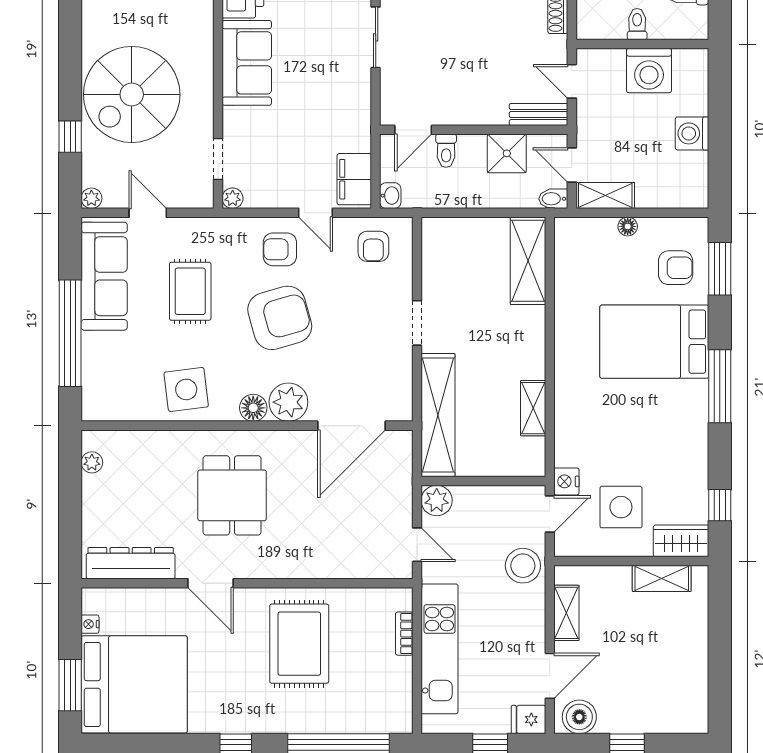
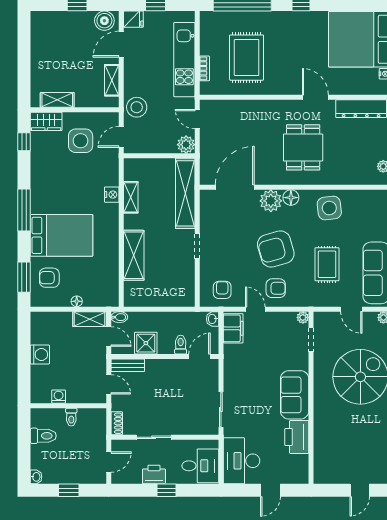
washing machine: (649, 71) -> (59, 397), width x0.53, depth x0.53
shelving: (528, 261) -> (134, 255), moved
nightstand: (566, 481) -> (112, 195), moved
rug: (299, 644) -> (247, 58), moved

